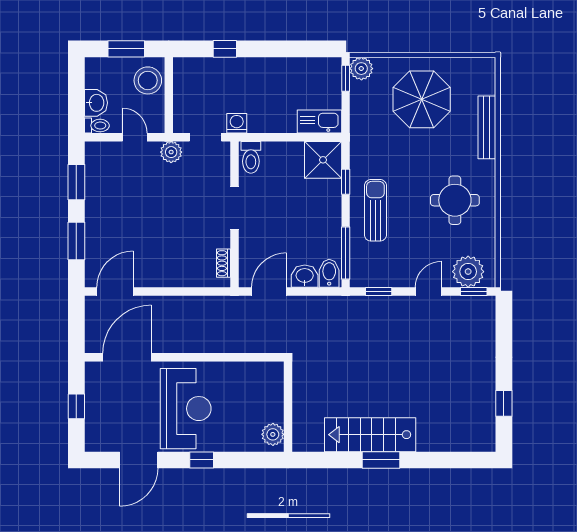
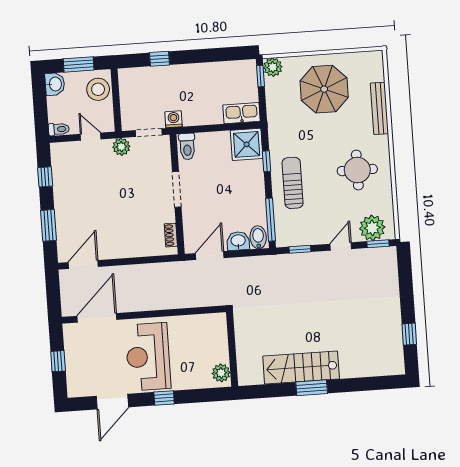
washbasin: (96, 103) -> (55, 84), moved
window: (76, 182) -> (45, 177), width x0.67
reception desk: (186, 409) -> (148, 357), turned 180

